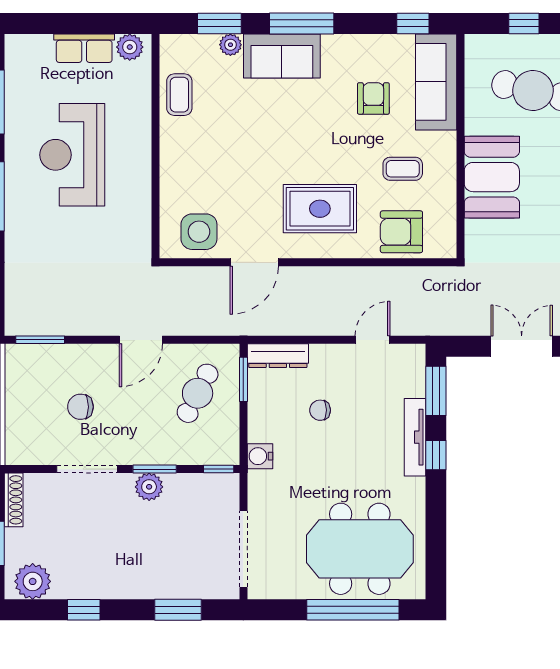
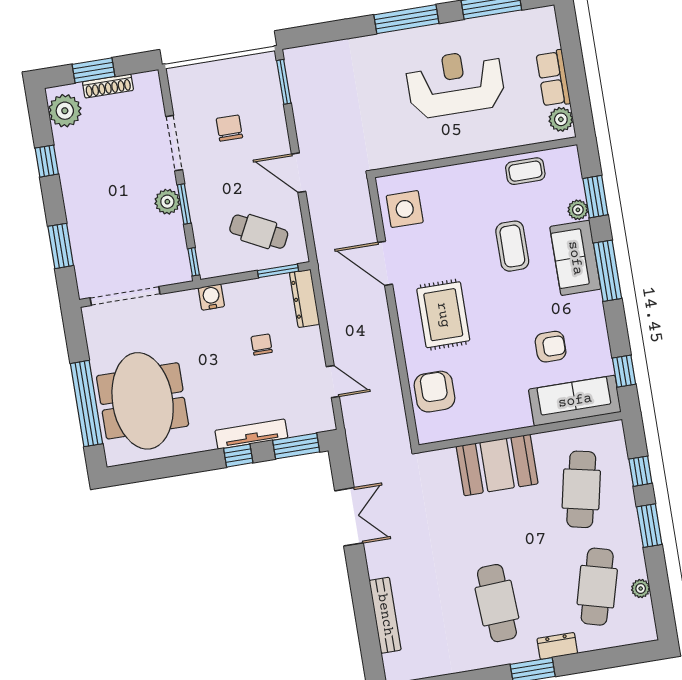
coffee table: (403, 169) -> (512, 246), moved, width x1.36, depth x1.30
shoe rack: (14, 500) -> (108, 86), moved

